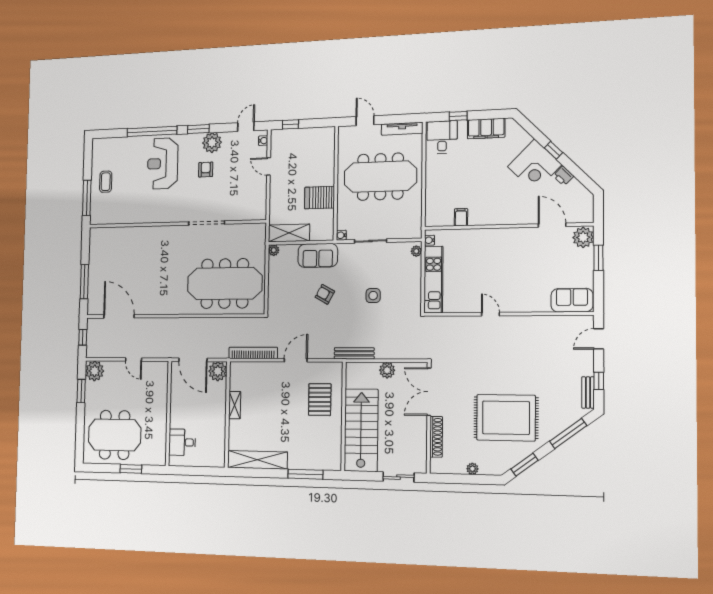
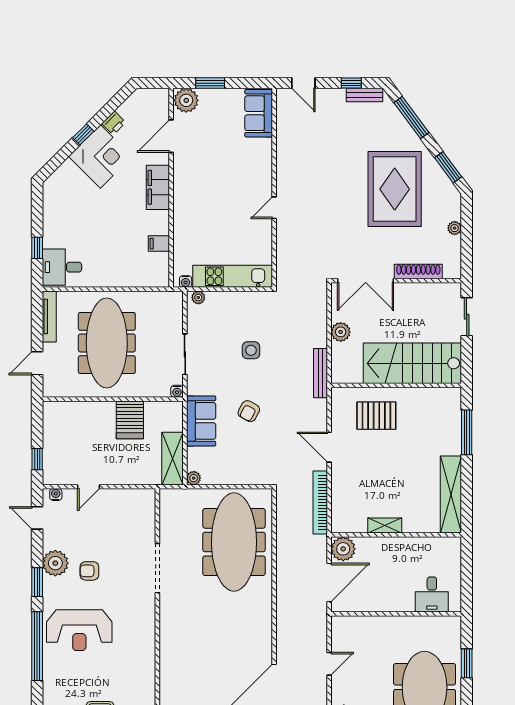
filing cabinet: (486, 129) -> (158, 187), moved, turned 180

